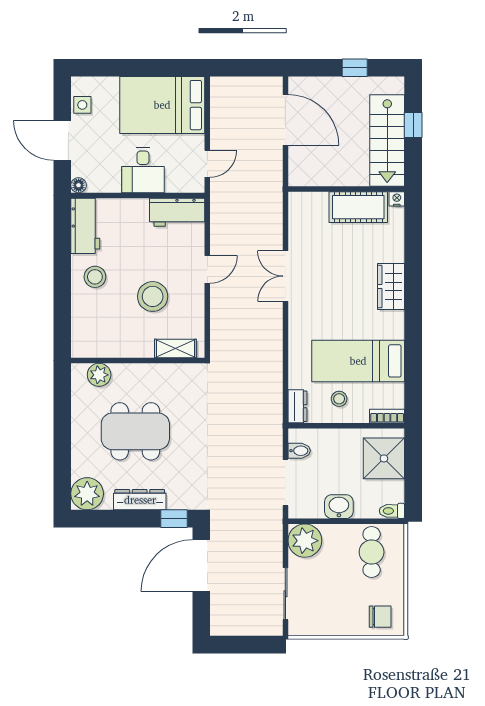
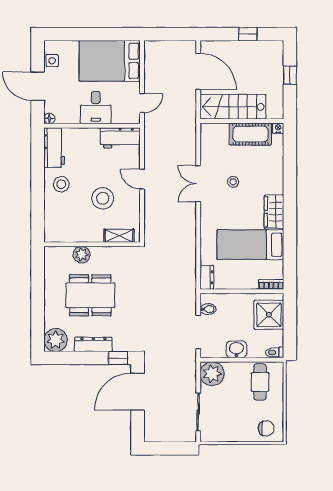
stairs: (387, 140) -> (233, 107), moved, turned 90
door: (207, 269) -> (142, 179), swing flipped
wardrobe: (391, 287) -> (274, 212), moved
plant: (99, 375) -> (82, 255), moved
stool: (339, 399) -> (233, 182), moved

